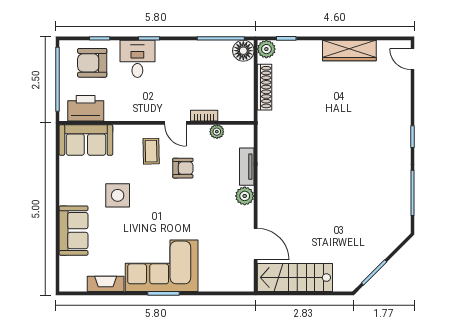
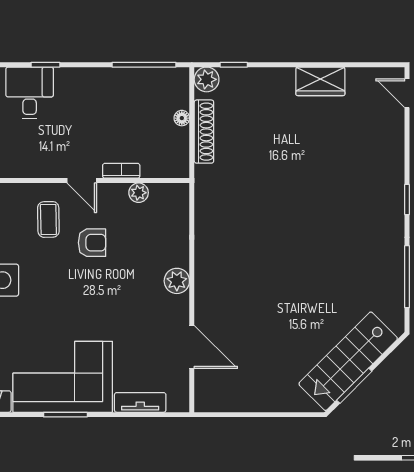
wardrobe: (349, 50) -> (320, 81), width x0.67
floor lamp: (243, 51) -> (182, 118), moved, width x0.53, depth x0.53
tv unit: (247, 167) -> (140, 402), moved, turned 90
stairs: (295, 278) -> (348, 361), moved, turned -45

